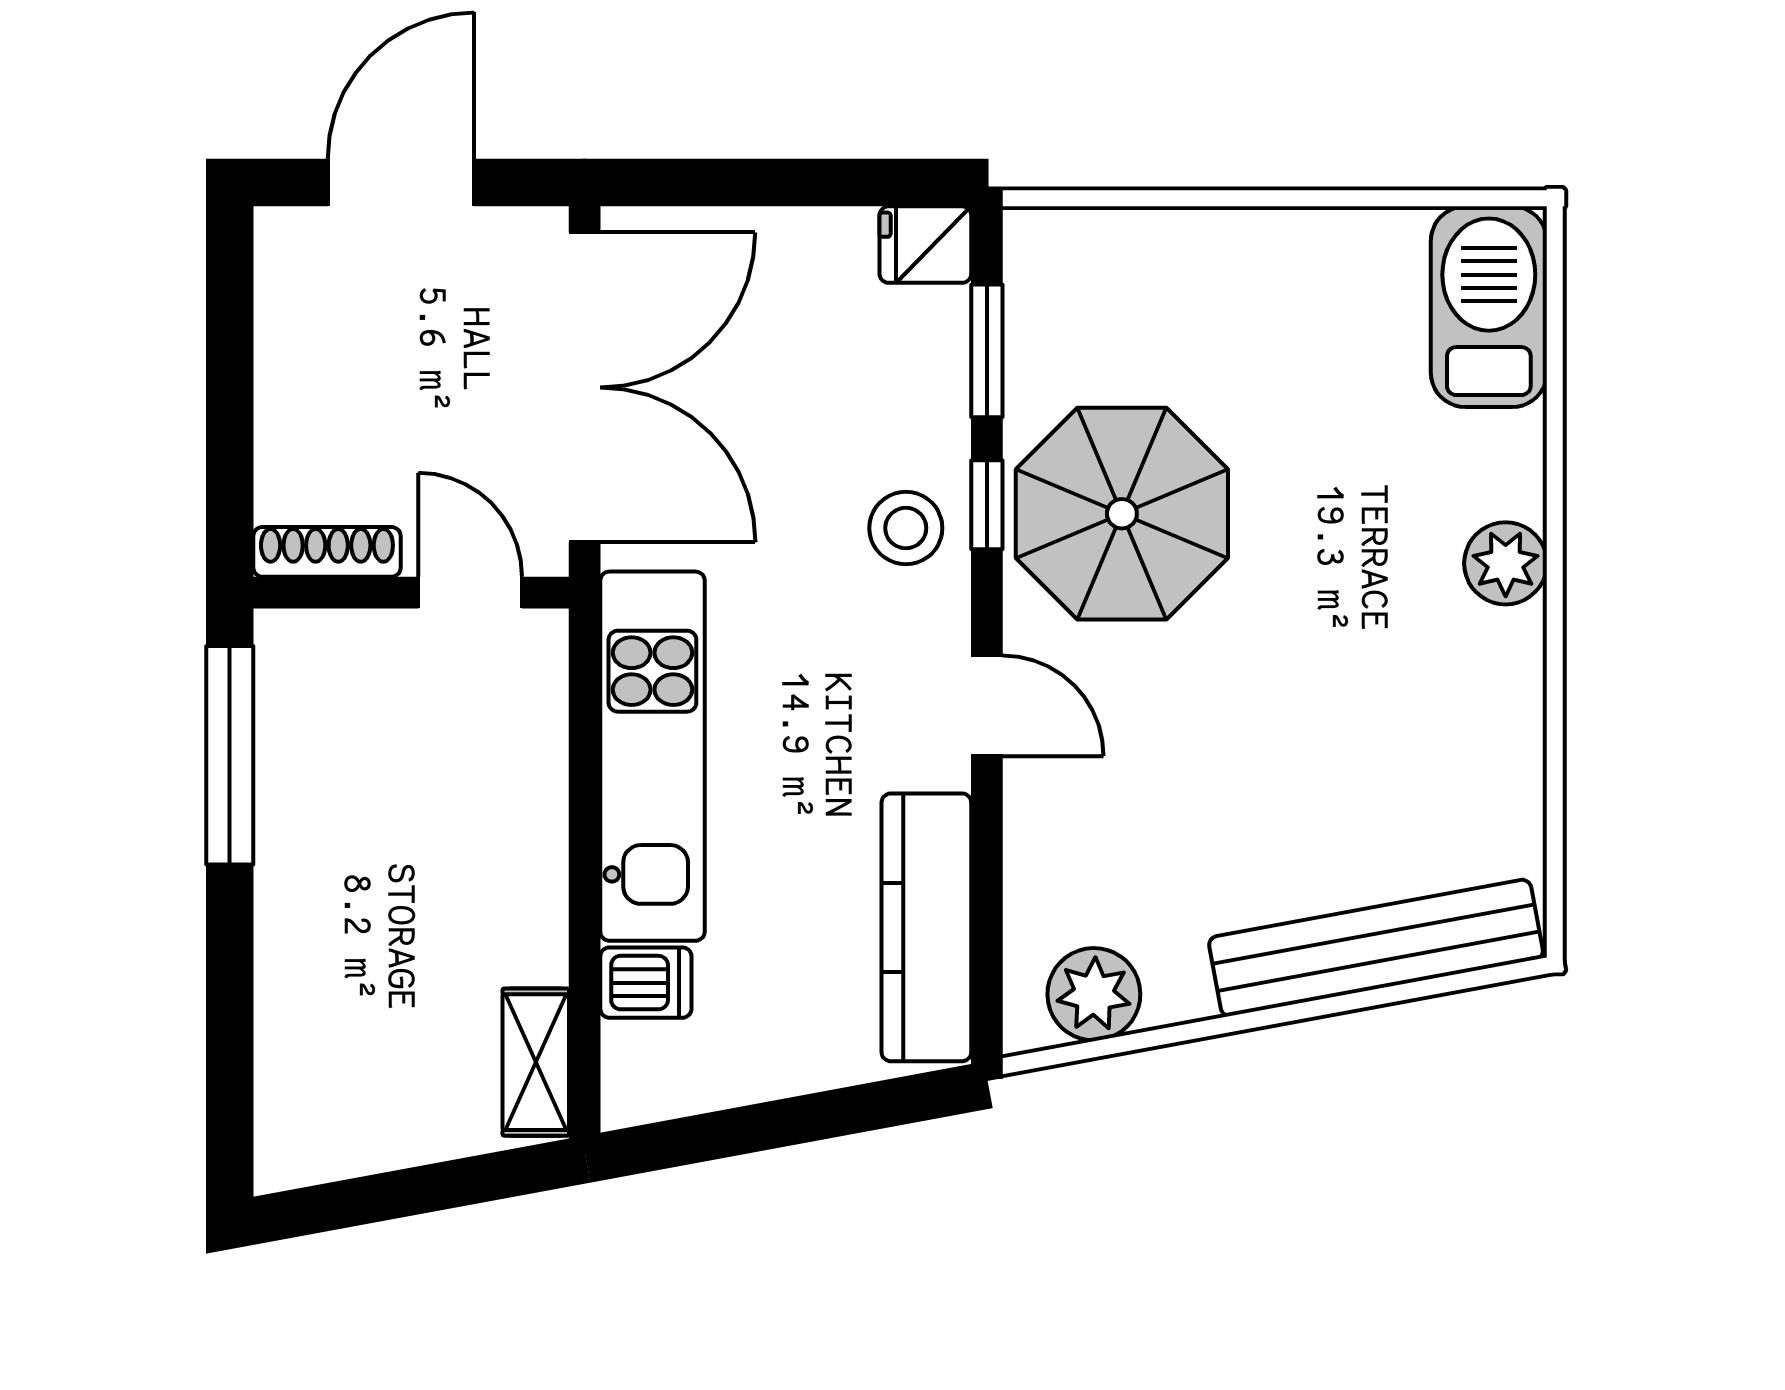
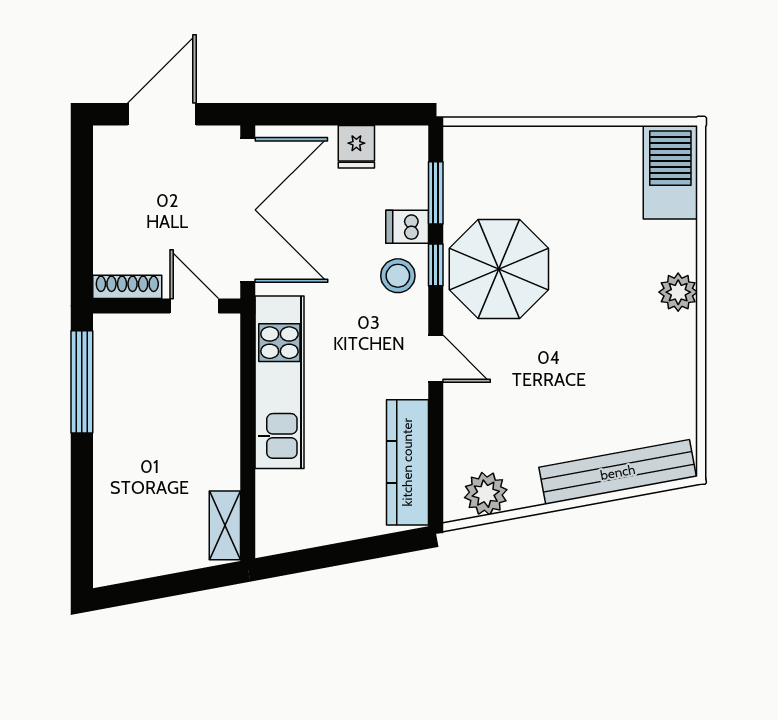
fridge: (925, 245) -> (356, 147), moved, turned -90
dishwasher: (646, 983) -> (407, 227), moved, turned 180

